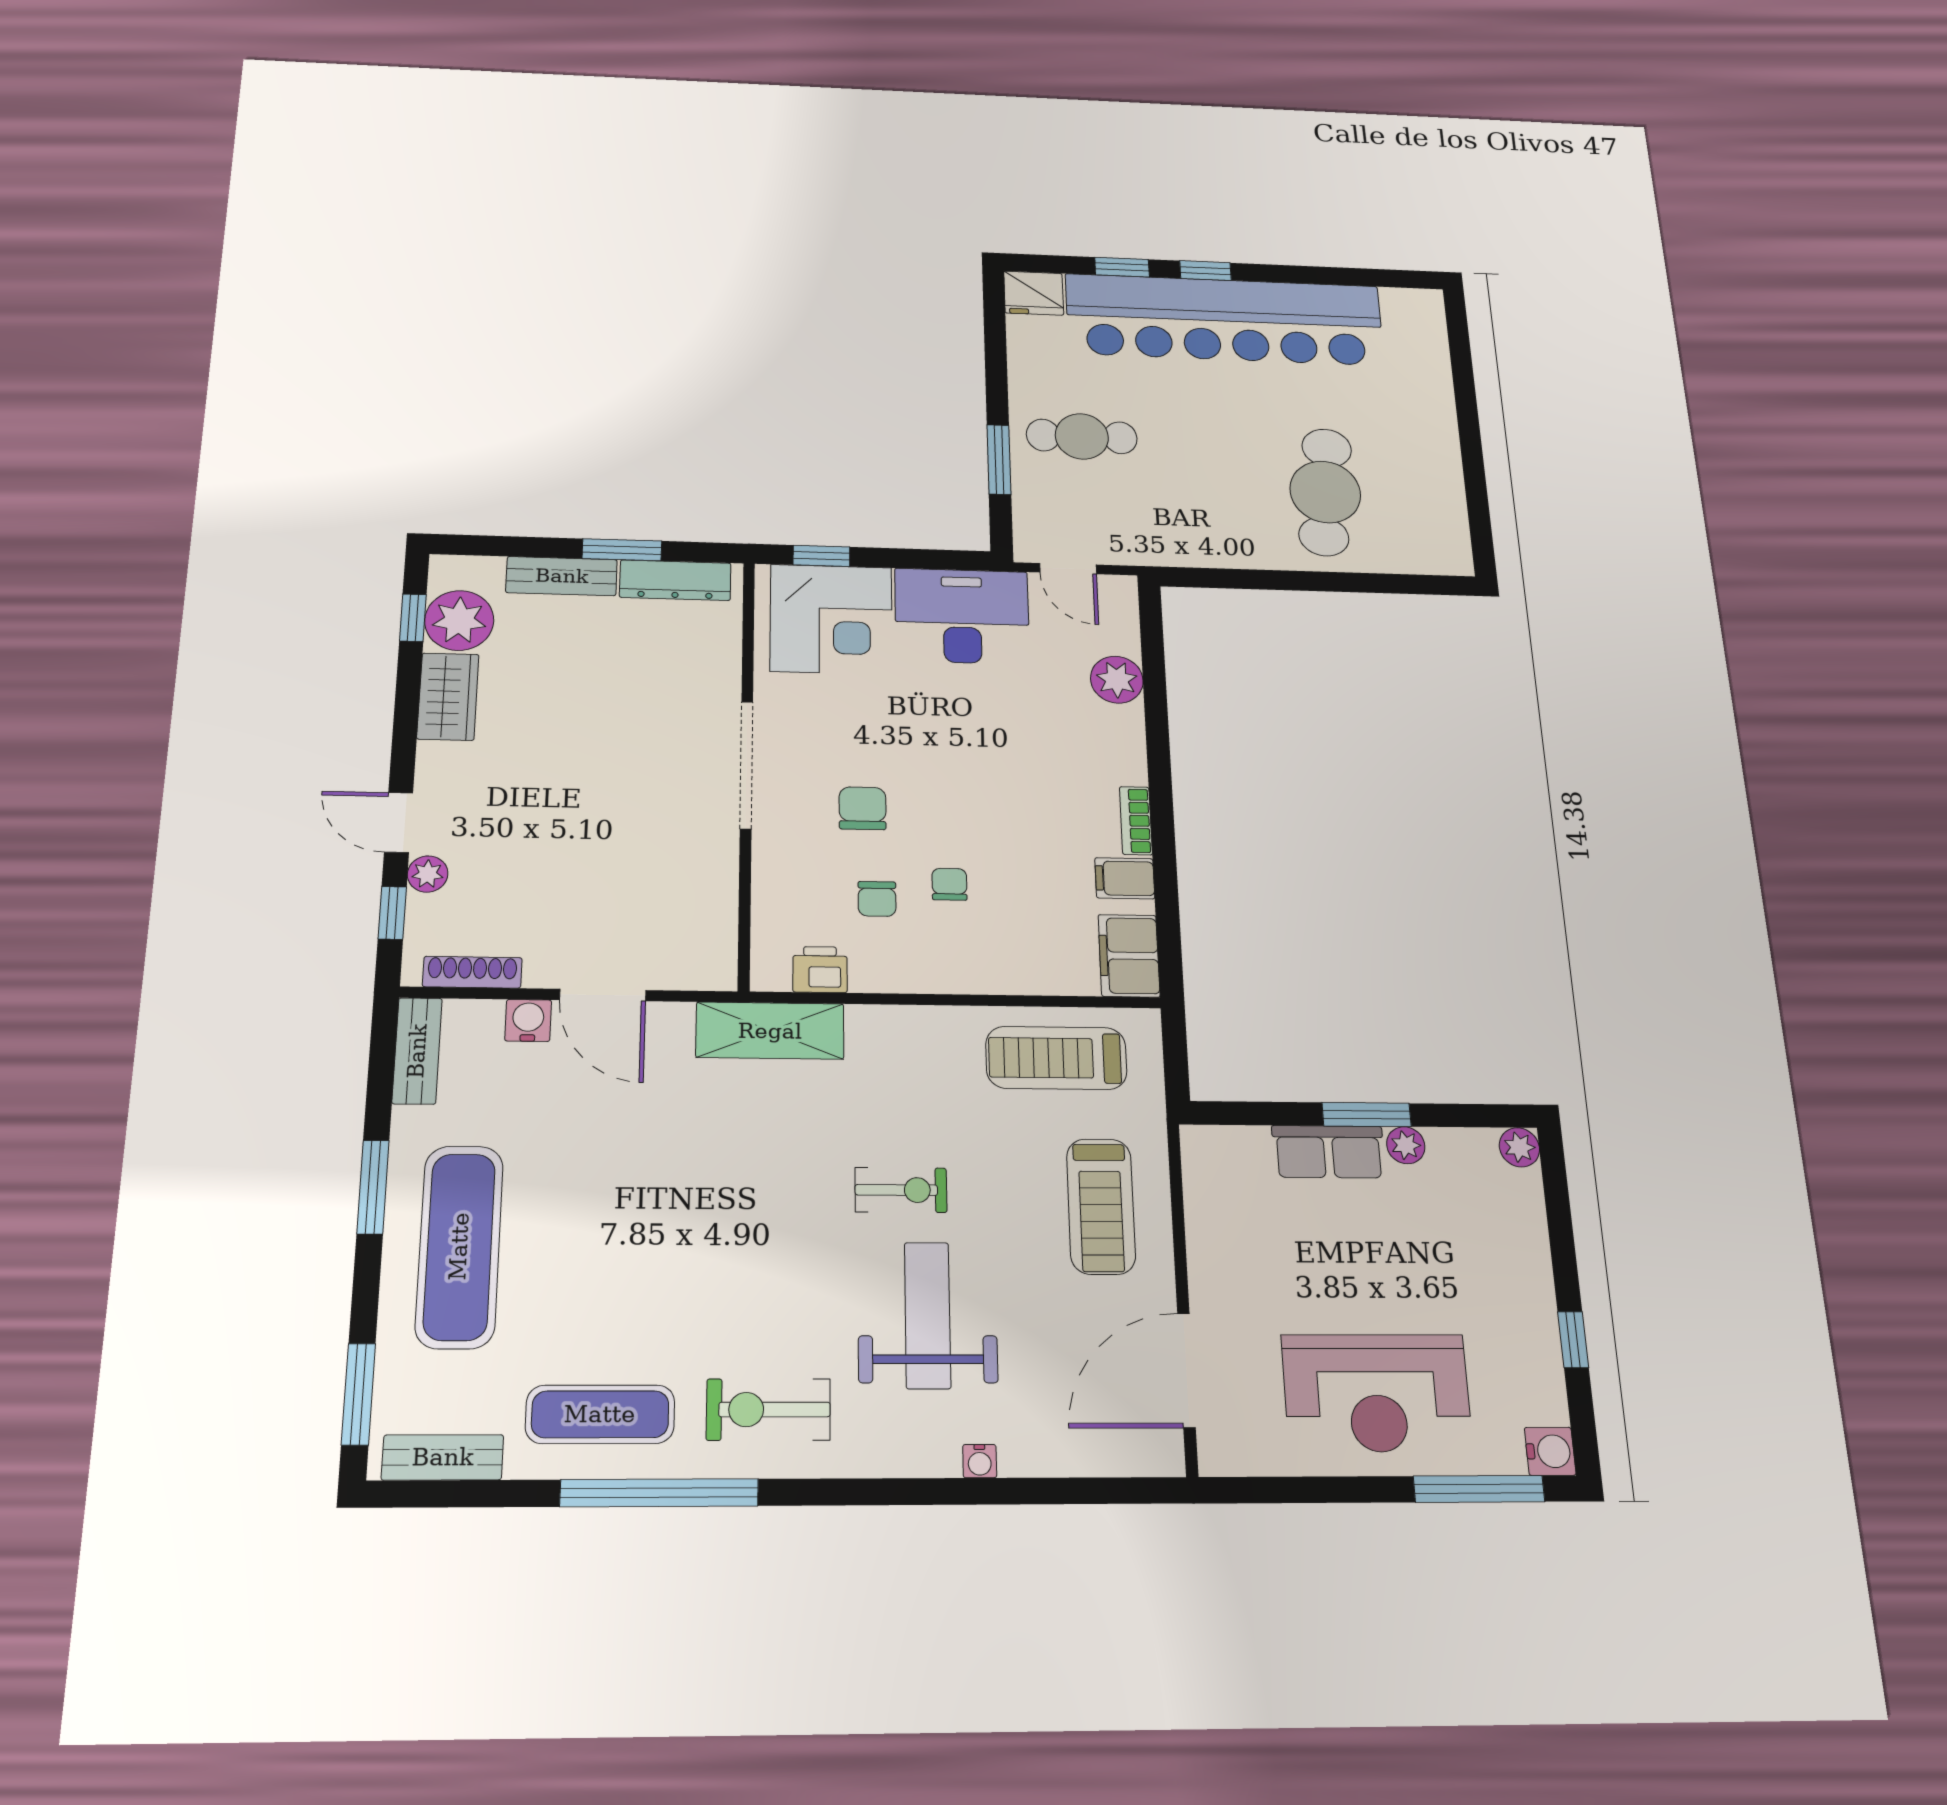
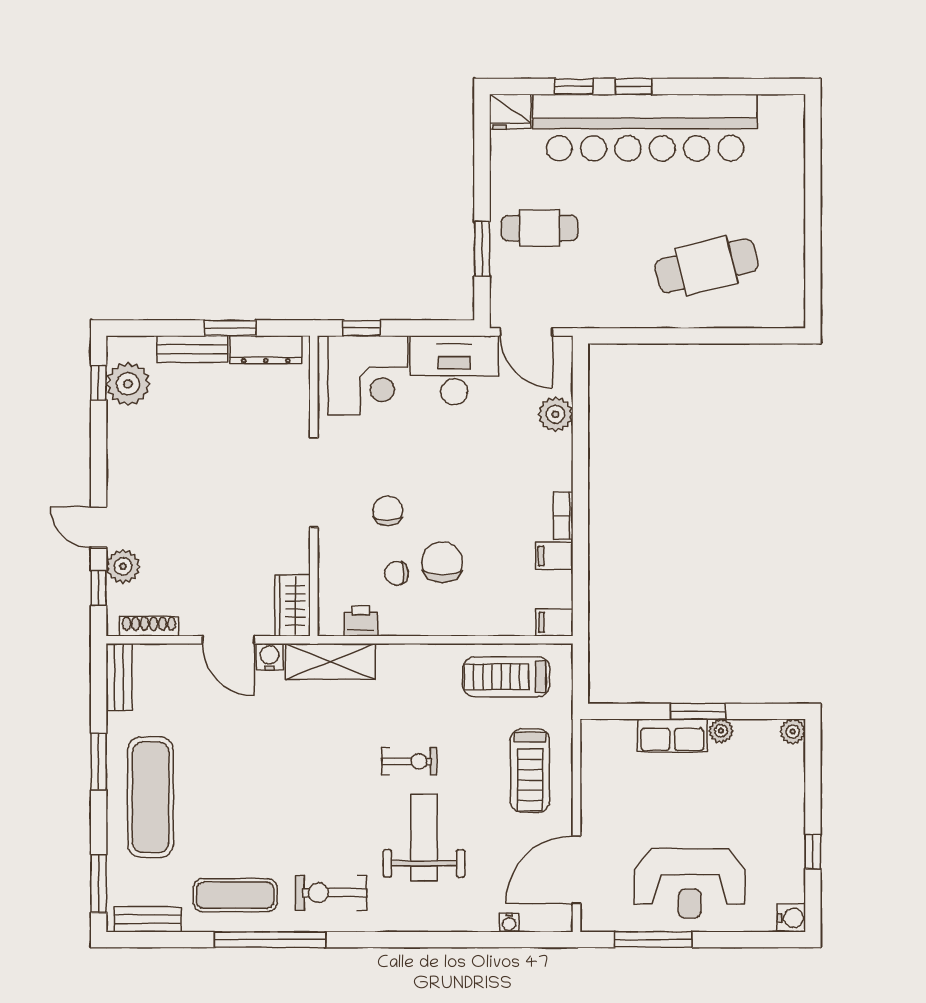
cafe table: (1325, 492) -> (706, 266), turned 70
door: (1068, 569) -> (526, 332), width x1.38
wardrobe: (448, 697) -> (292, 605), moved, turned 180
plant: (428, 874) -> (123, 566), width x1.38, depth x1.38
chair: (949, 884) -> (442, 562), width x1.87, depth x1.87
chair: (877, 899) -> (396, 573), turned 90
filing cabinet: (1129, 956) -> (554, 622), width x0.50
water cooler: (528, 1020) -> (270, 657), moved
water cooler: (980, 1461) -> (509, 922), moved
window: (1479, 1489) -> (653, 940), moved

